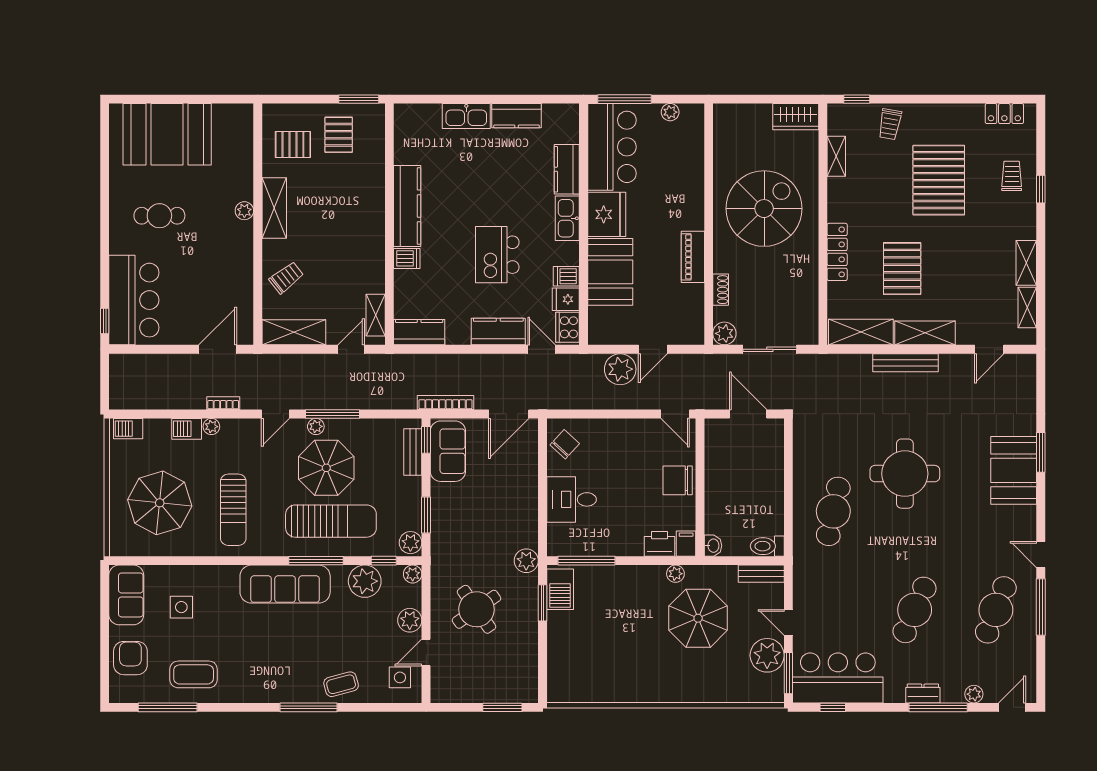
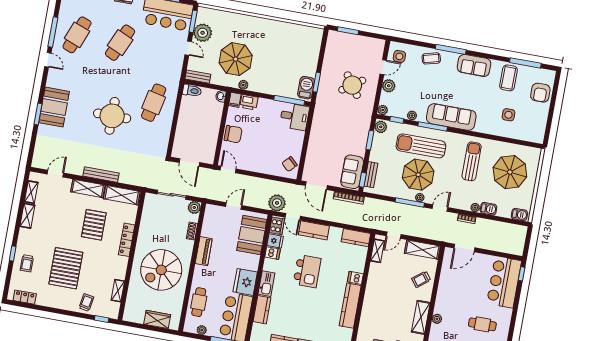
wardrobe: (796, 117) -> (157, 319), moved
cafe table: (685, 162) -> (199, 302), added
booth: (610, 272) -> (252, 235), moved
plant: (620, 369) -> (277, 203), moved
door: (509, 414) -> (316, 186), swing flipped
desk: (572, 499) -> (294, 117), moved
plant: (526, 561) -> (321, 106), removed
plant: (365, 581) -> (412, 116), width x0.53, depth x0.53
sofa: (126, 595) -> (474, 65), moved, turned -90
coffee table: (194, 674) -> (509, 78), turned 90

